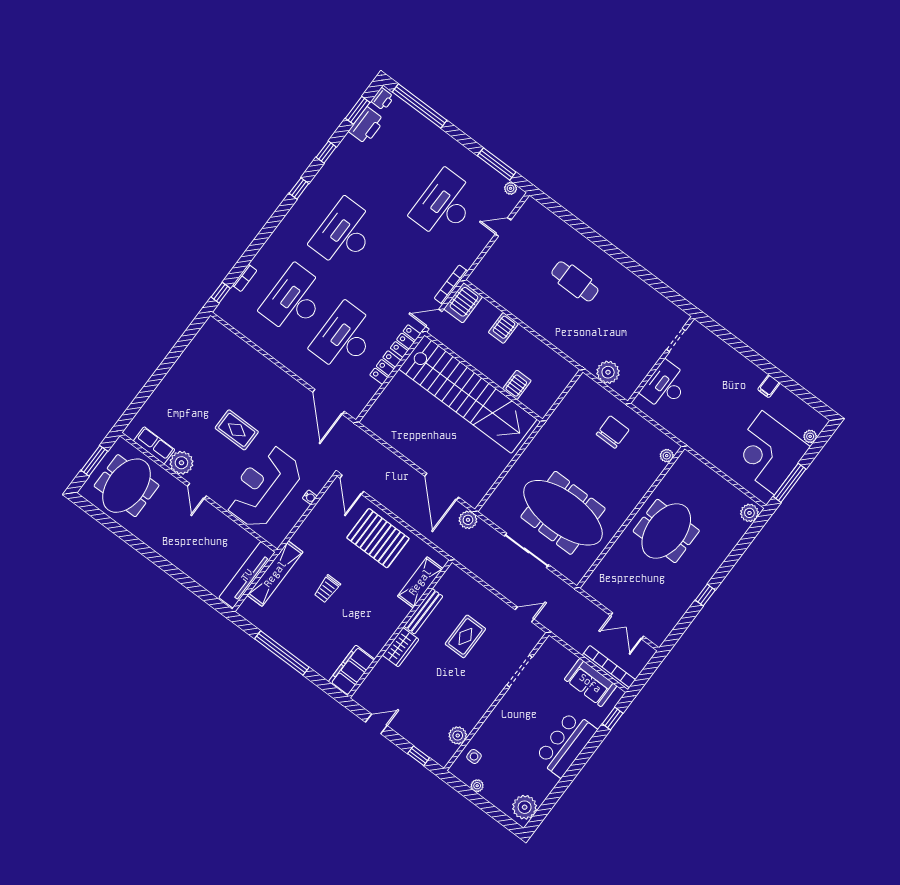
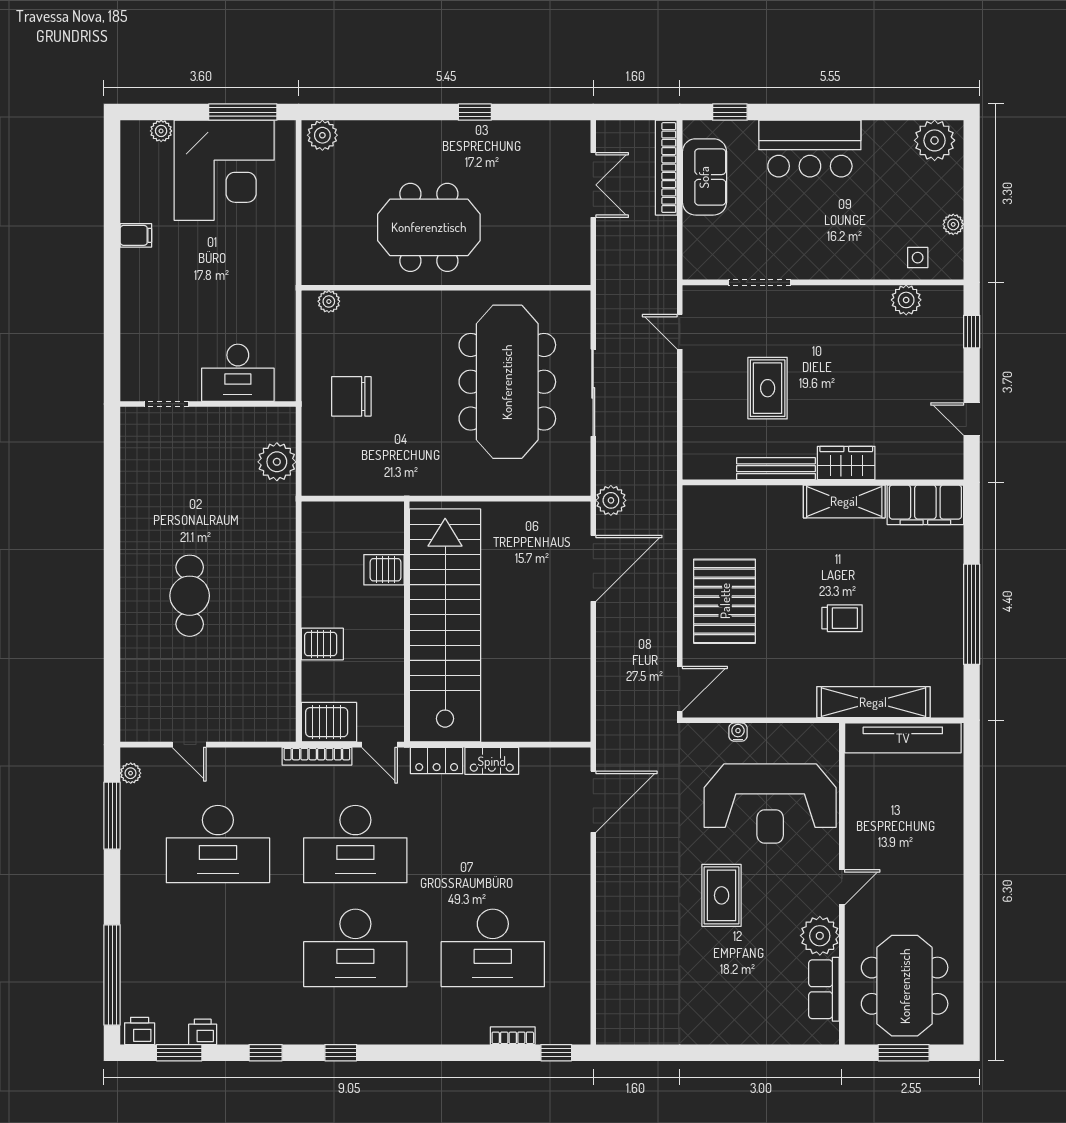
printer: (367, 126) -> (203, 1032), width x0.53, depth x0.68
desk: (345, 338) -> (355, 844), moved
meeting table: (127, 486) -> (905, 986), turned 90
shelving: (420, 582) -> (844, 501), moved
rug: (465, 636) -> (768, 388), turned 90

